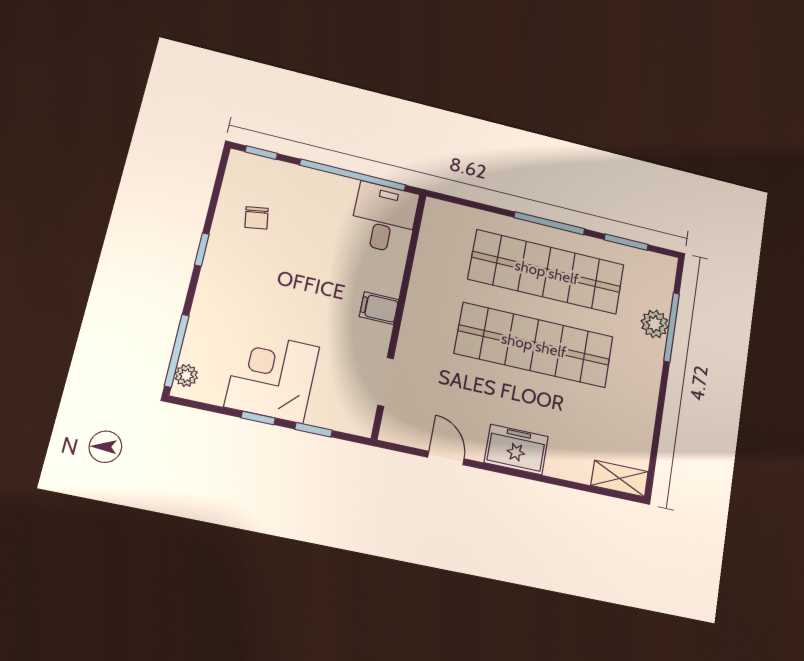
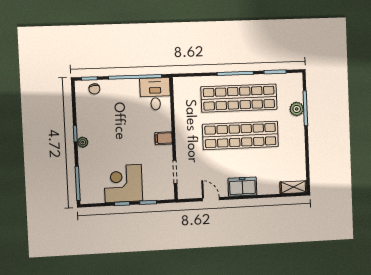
chair: (256, 218) -> (94, 89), moved
plant: (186, 375) -> (83, 142), moved

